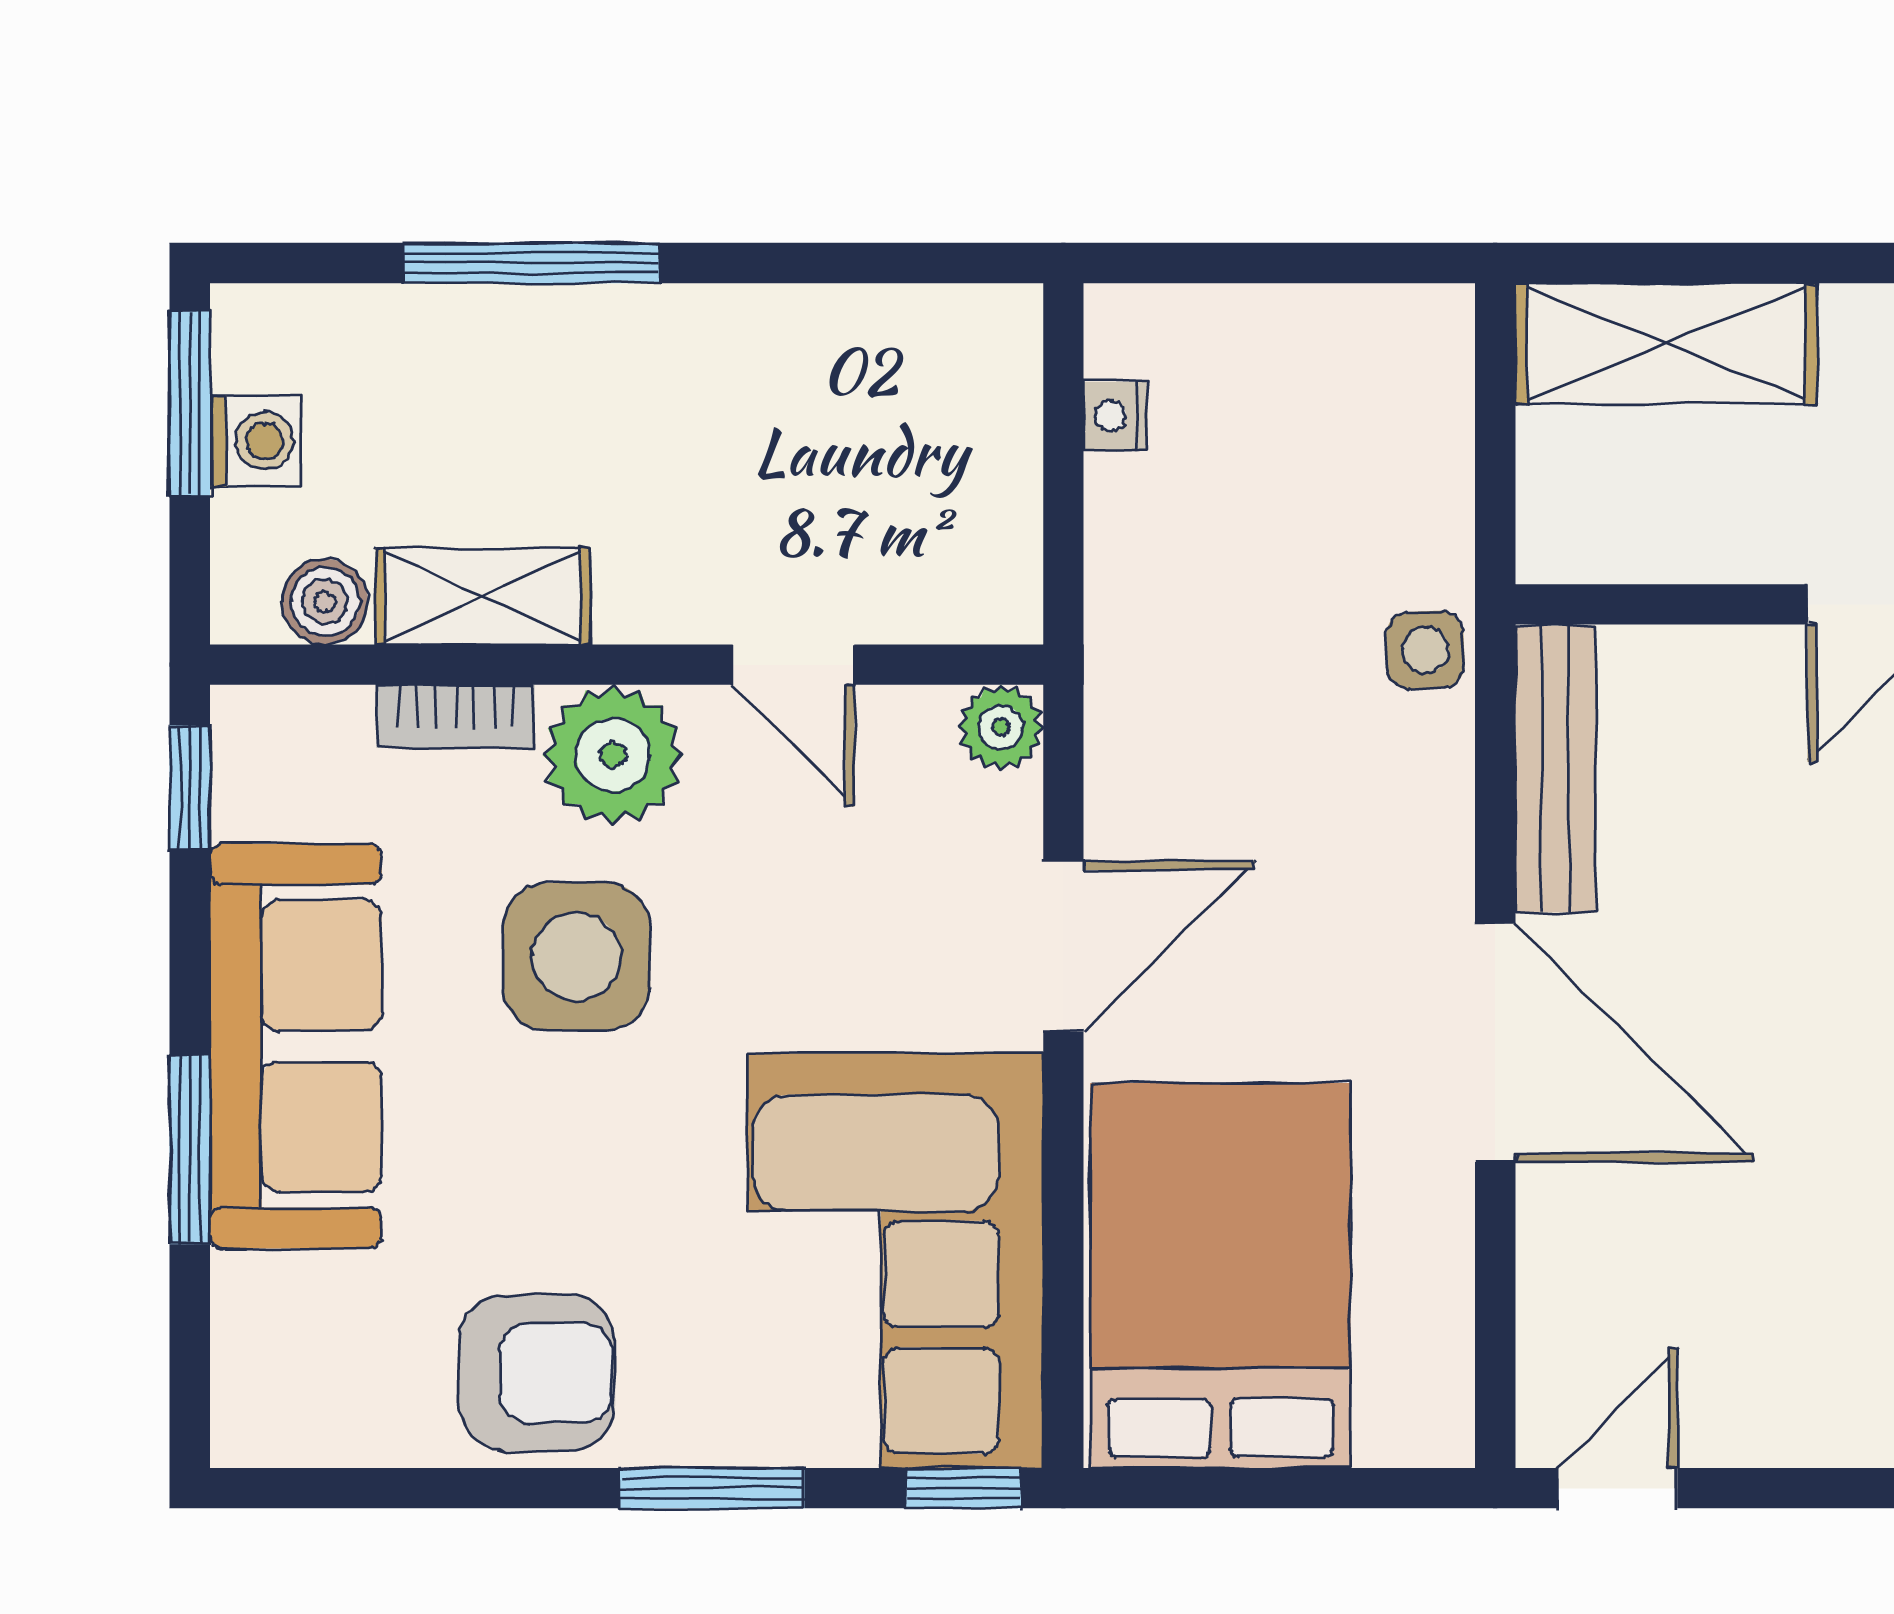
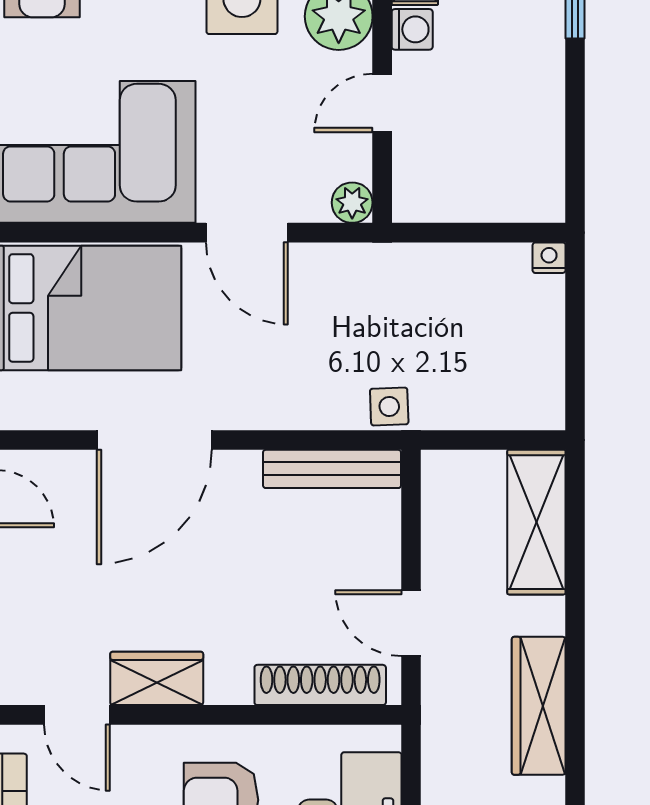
nightstand: (1116, 416) -> (549, 258), moved
washing machine: (640, 602) -> (412, 29), added
door: (1495, 1043) -> (154, 440), moved

